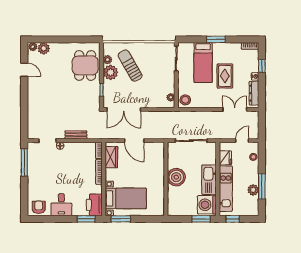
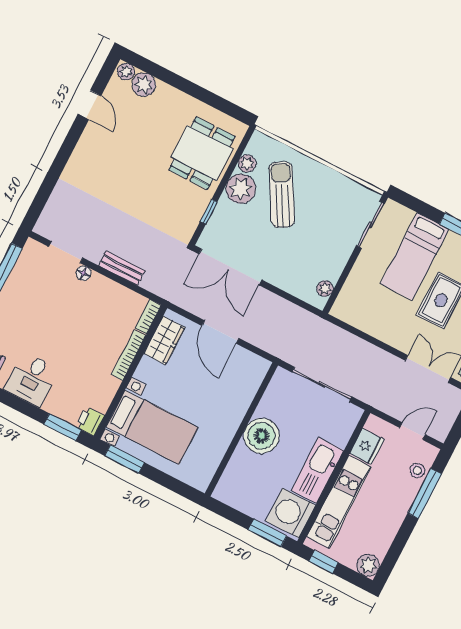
stool: (185, 100) -> (349, 306), removed
window: (262, 186) -> (425, 494), moved
plant: (253, 190) -> (368, 565), moved
printer: (94, 205) -> (90, 421), width x0.53, depth x0.68

